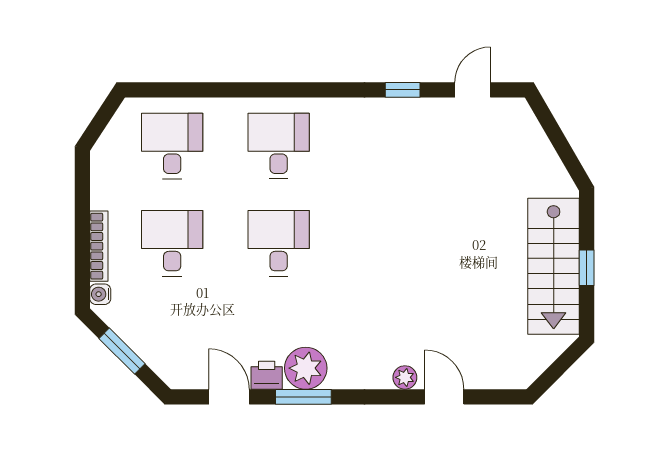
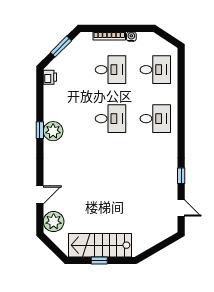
water cooler: (100, 294) -> (131, 37), moved
printer: (267, 375) -> (50, 77), moved
plant: (405, 377) -> (54, 222), moved, width x1.87, depth x1.87
door: (229, 397) -> (40, 96), removed
window: (303, 397) -> (40, 130), width x0.67

